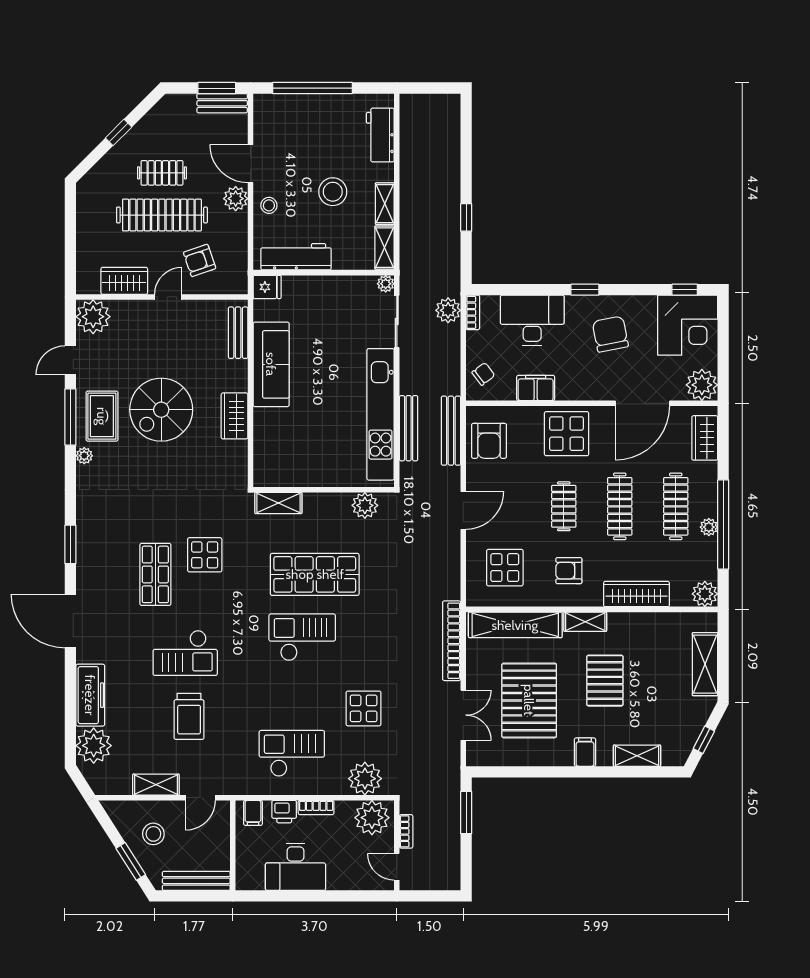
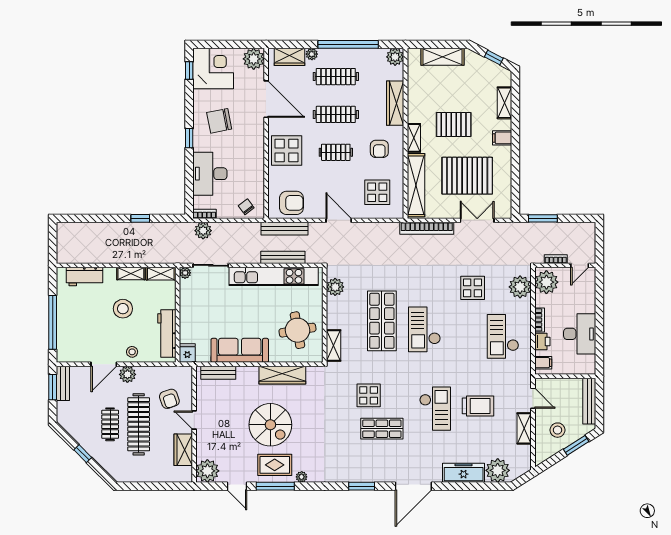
filing cabinet: (536, 388) -> (256, 171), removed
wardrobe: (235, 416) -> (282, 375), width x1.50
round table: (301, 450) -> (297, 330), added
plant: (709, 527) -> (312, 54), moved

